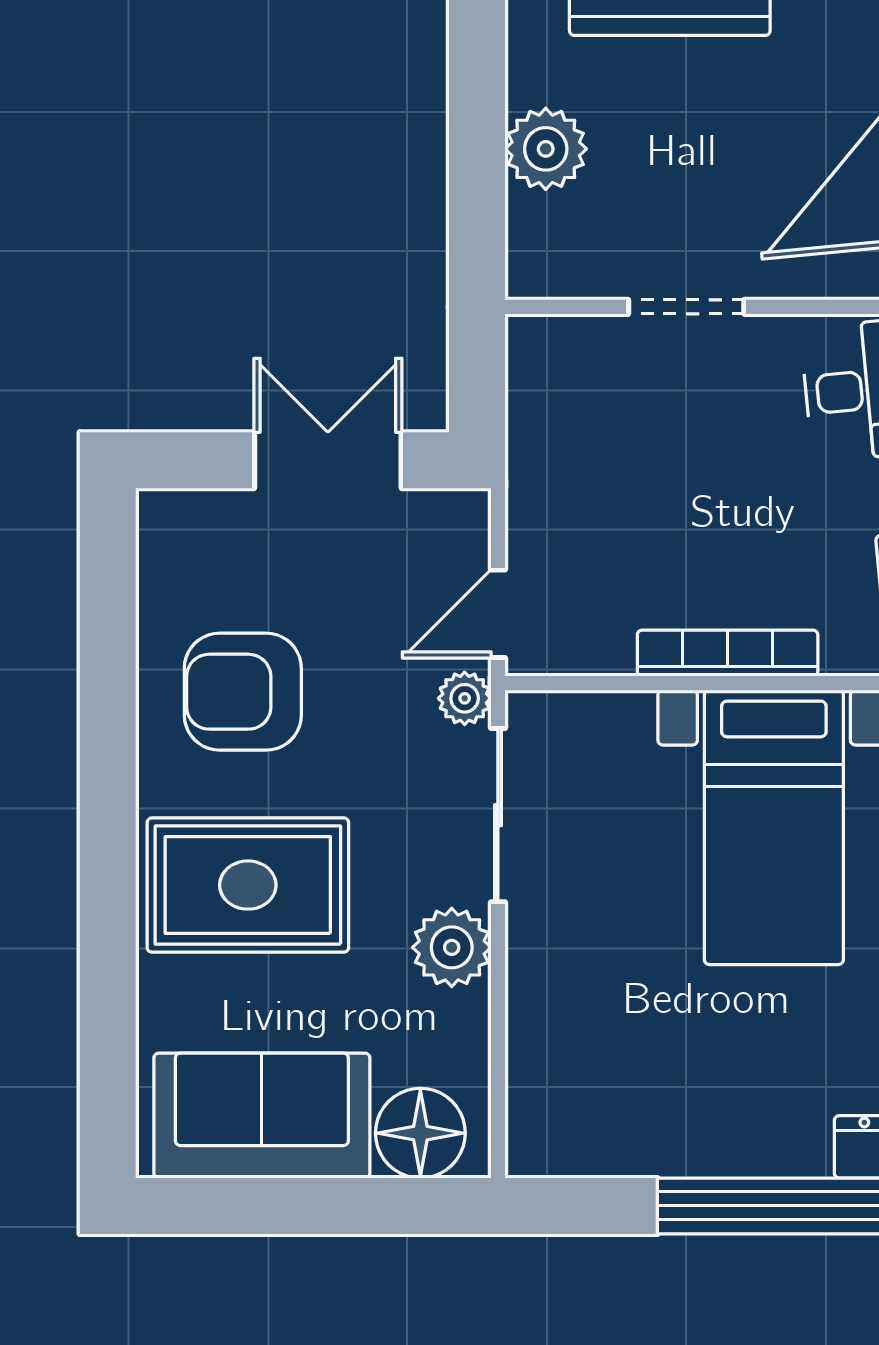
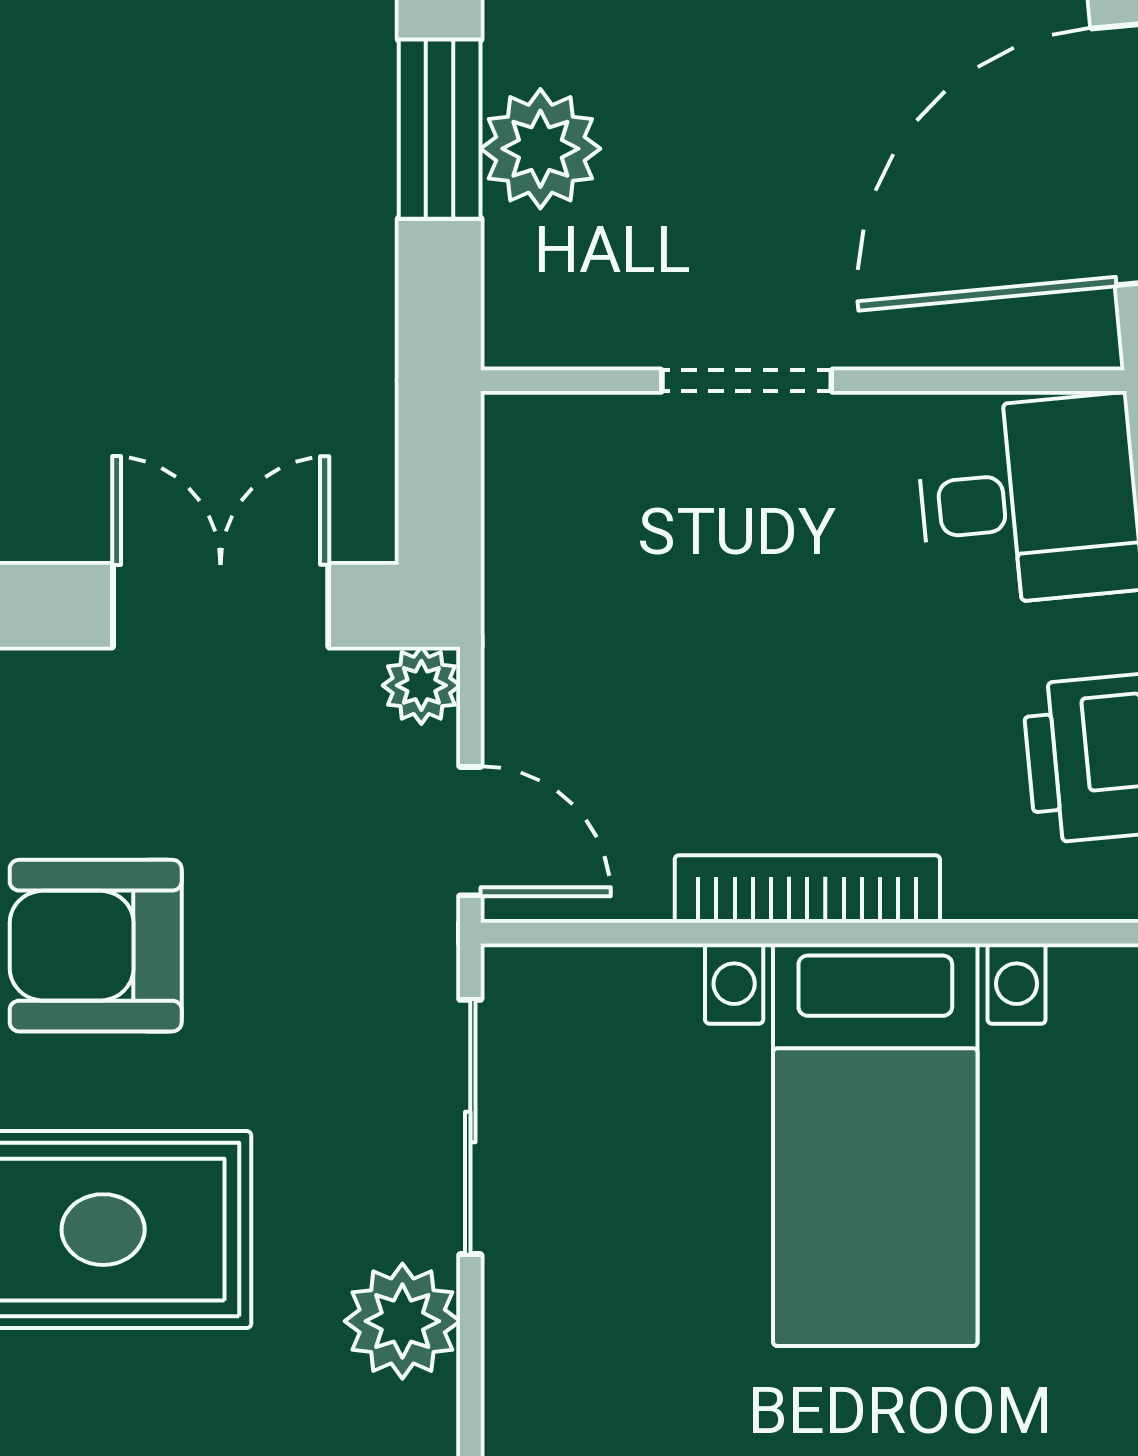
window: (477, 136) -> (440, 129), added
door: (498, 614) -> (470, 831), swing flipped
plant: (465, 698) -> (421, 685), moved

